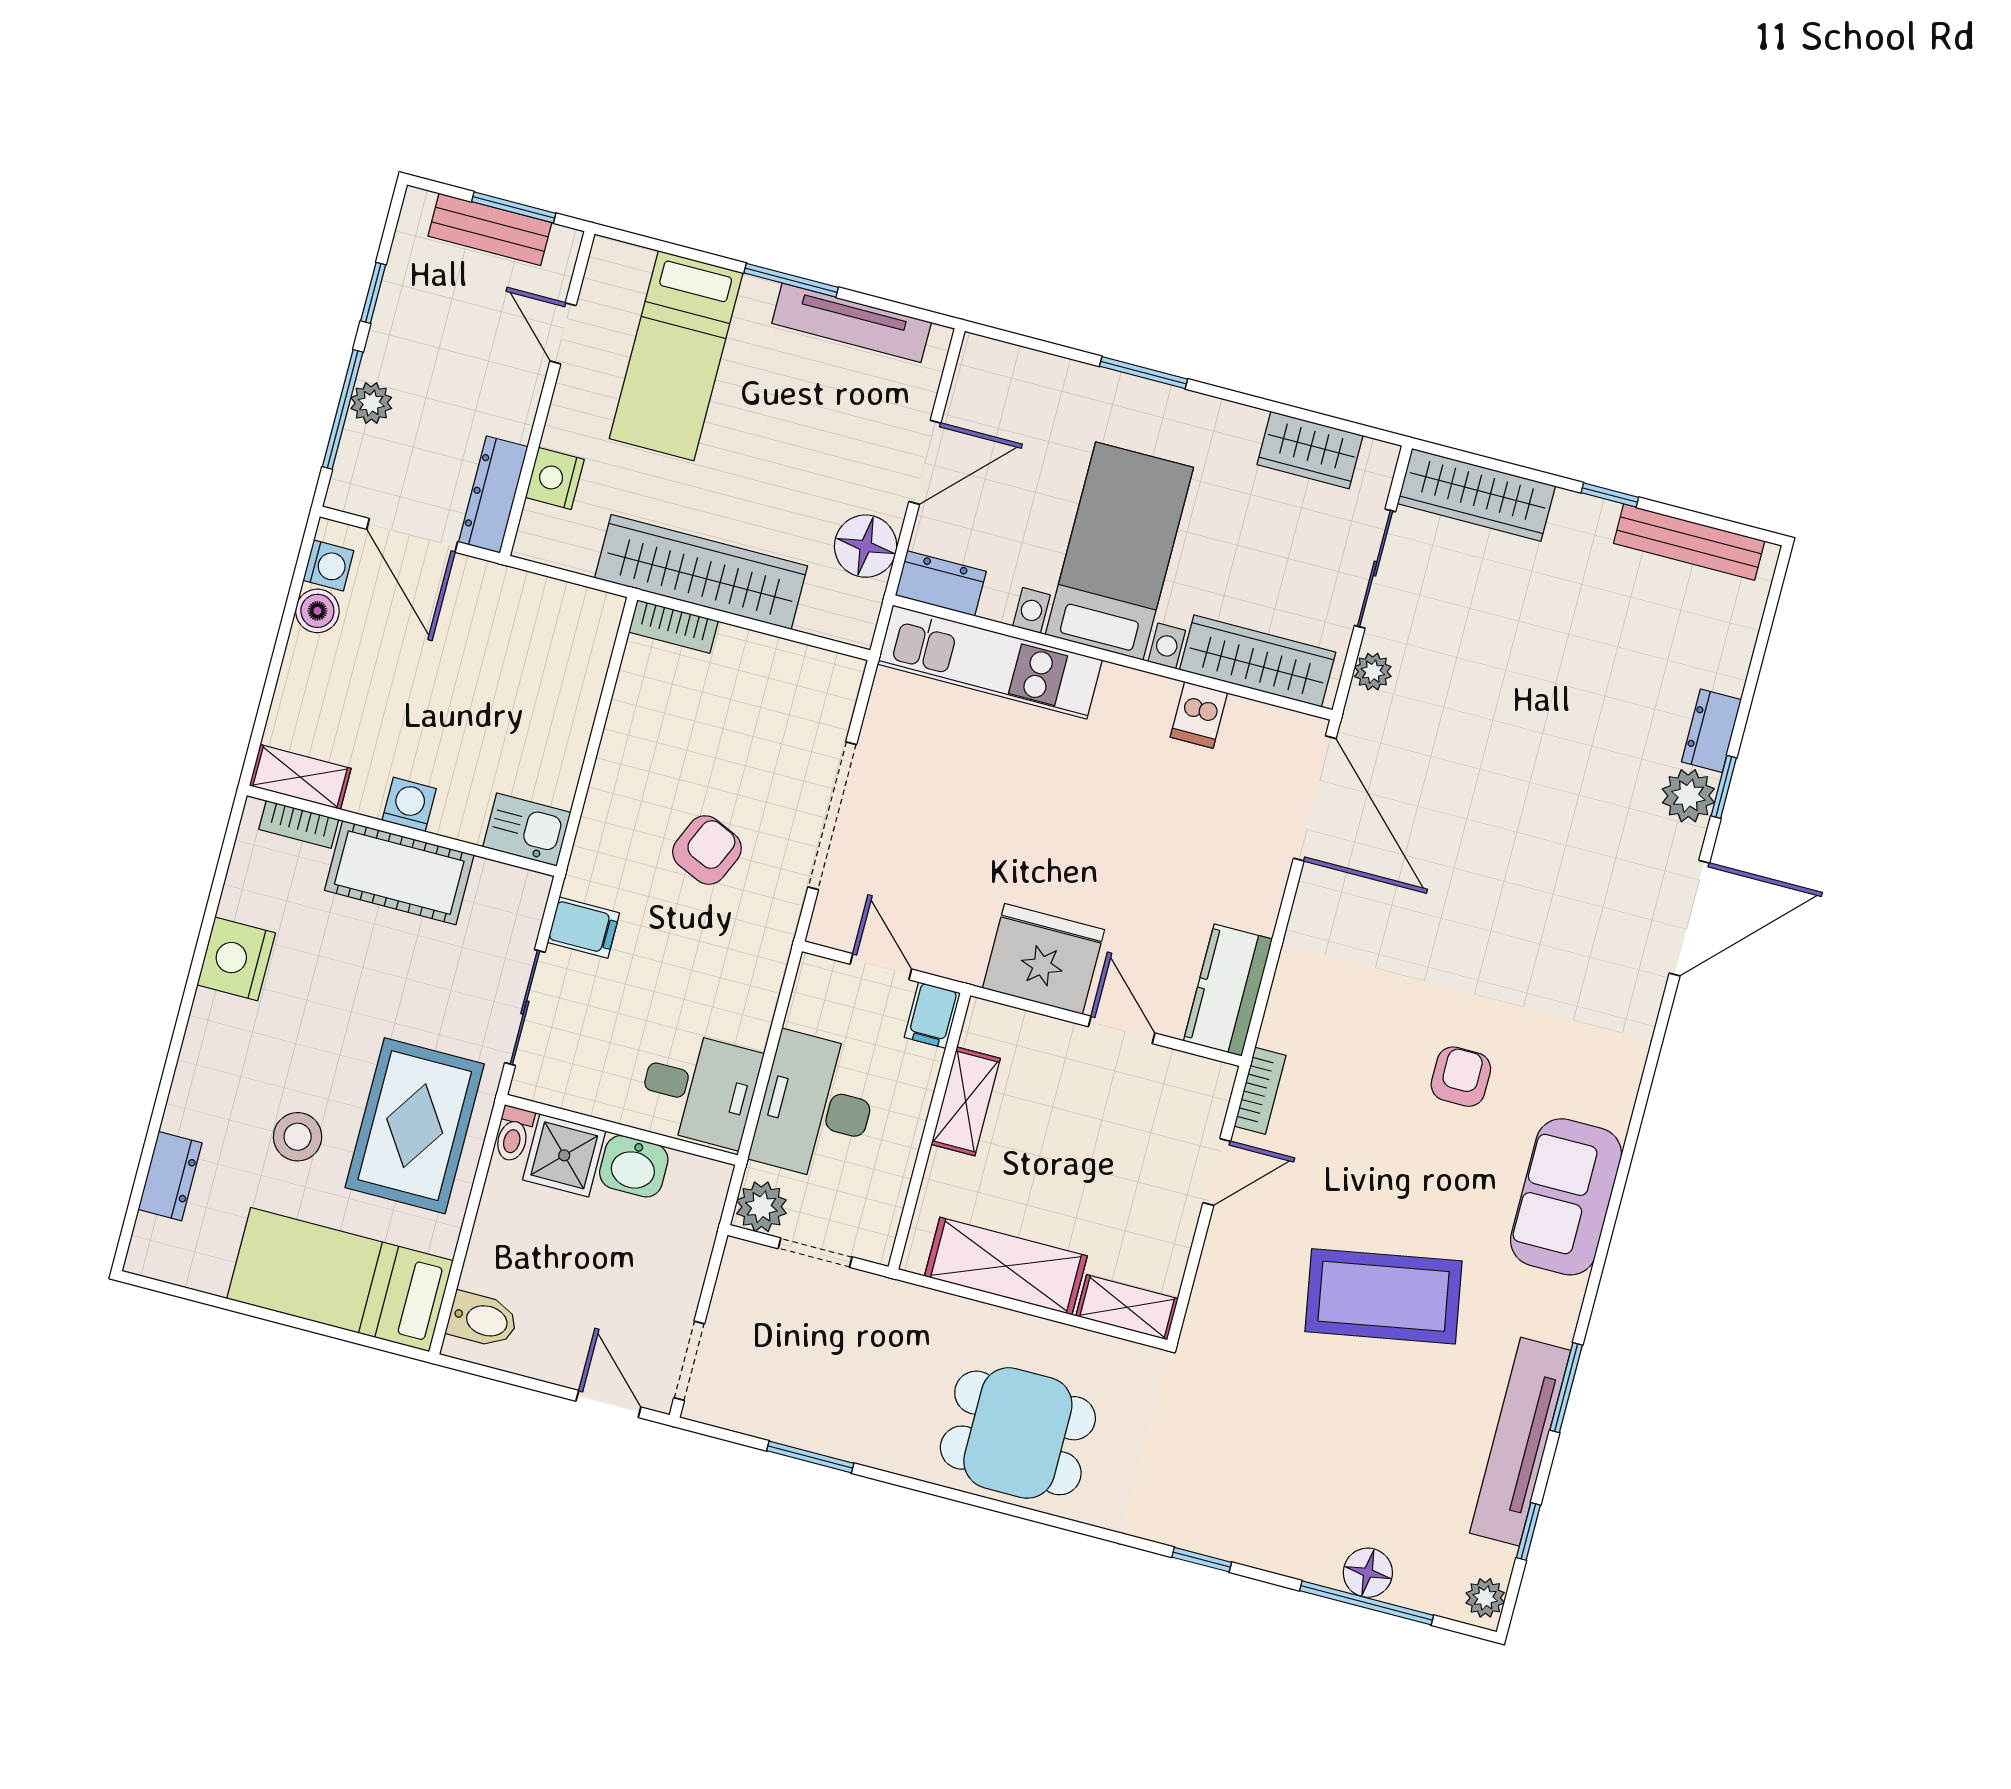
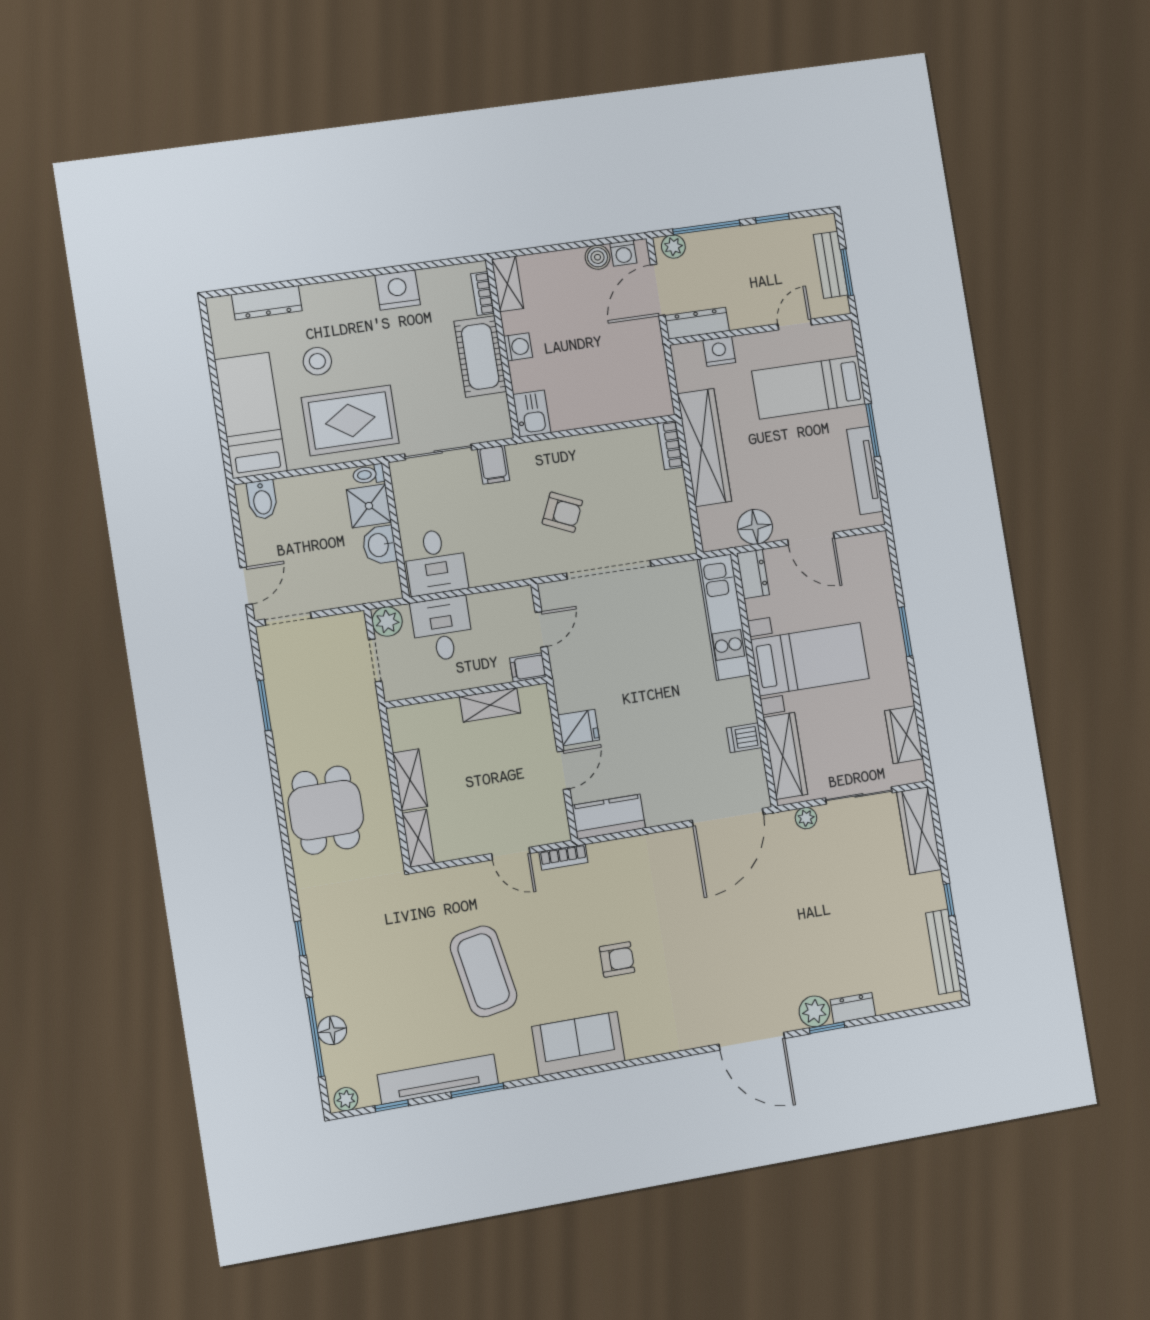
plant: (371, 403) -> (673, 247), moved
fridge: (1043, 959) -> (579, 728), width x0.53, depth x0.75
desk: (816, 1107) -> (442, 629), width x0.73
dresser: (170, 1176) -> (267, 303), width x1.44
shelving: (1006, 1266) -> (410, 780), width x0.67, depth x0.75

